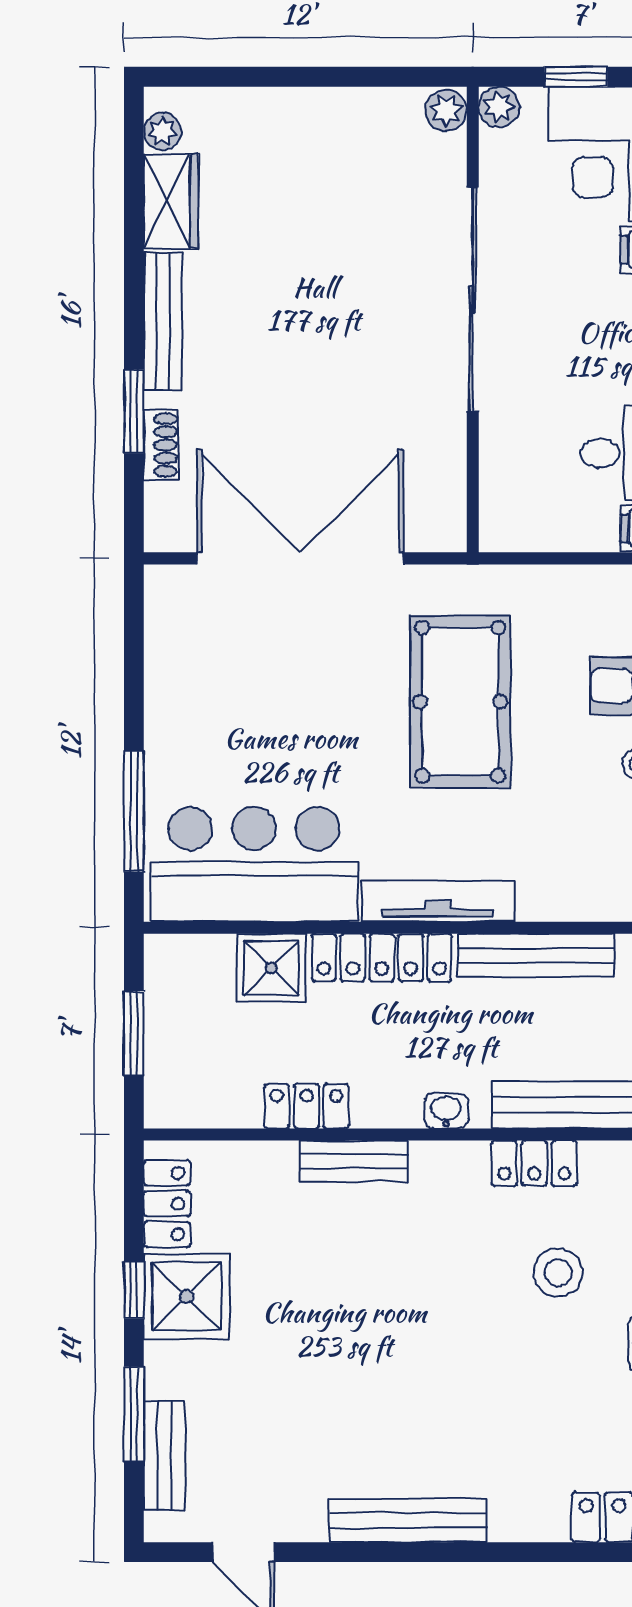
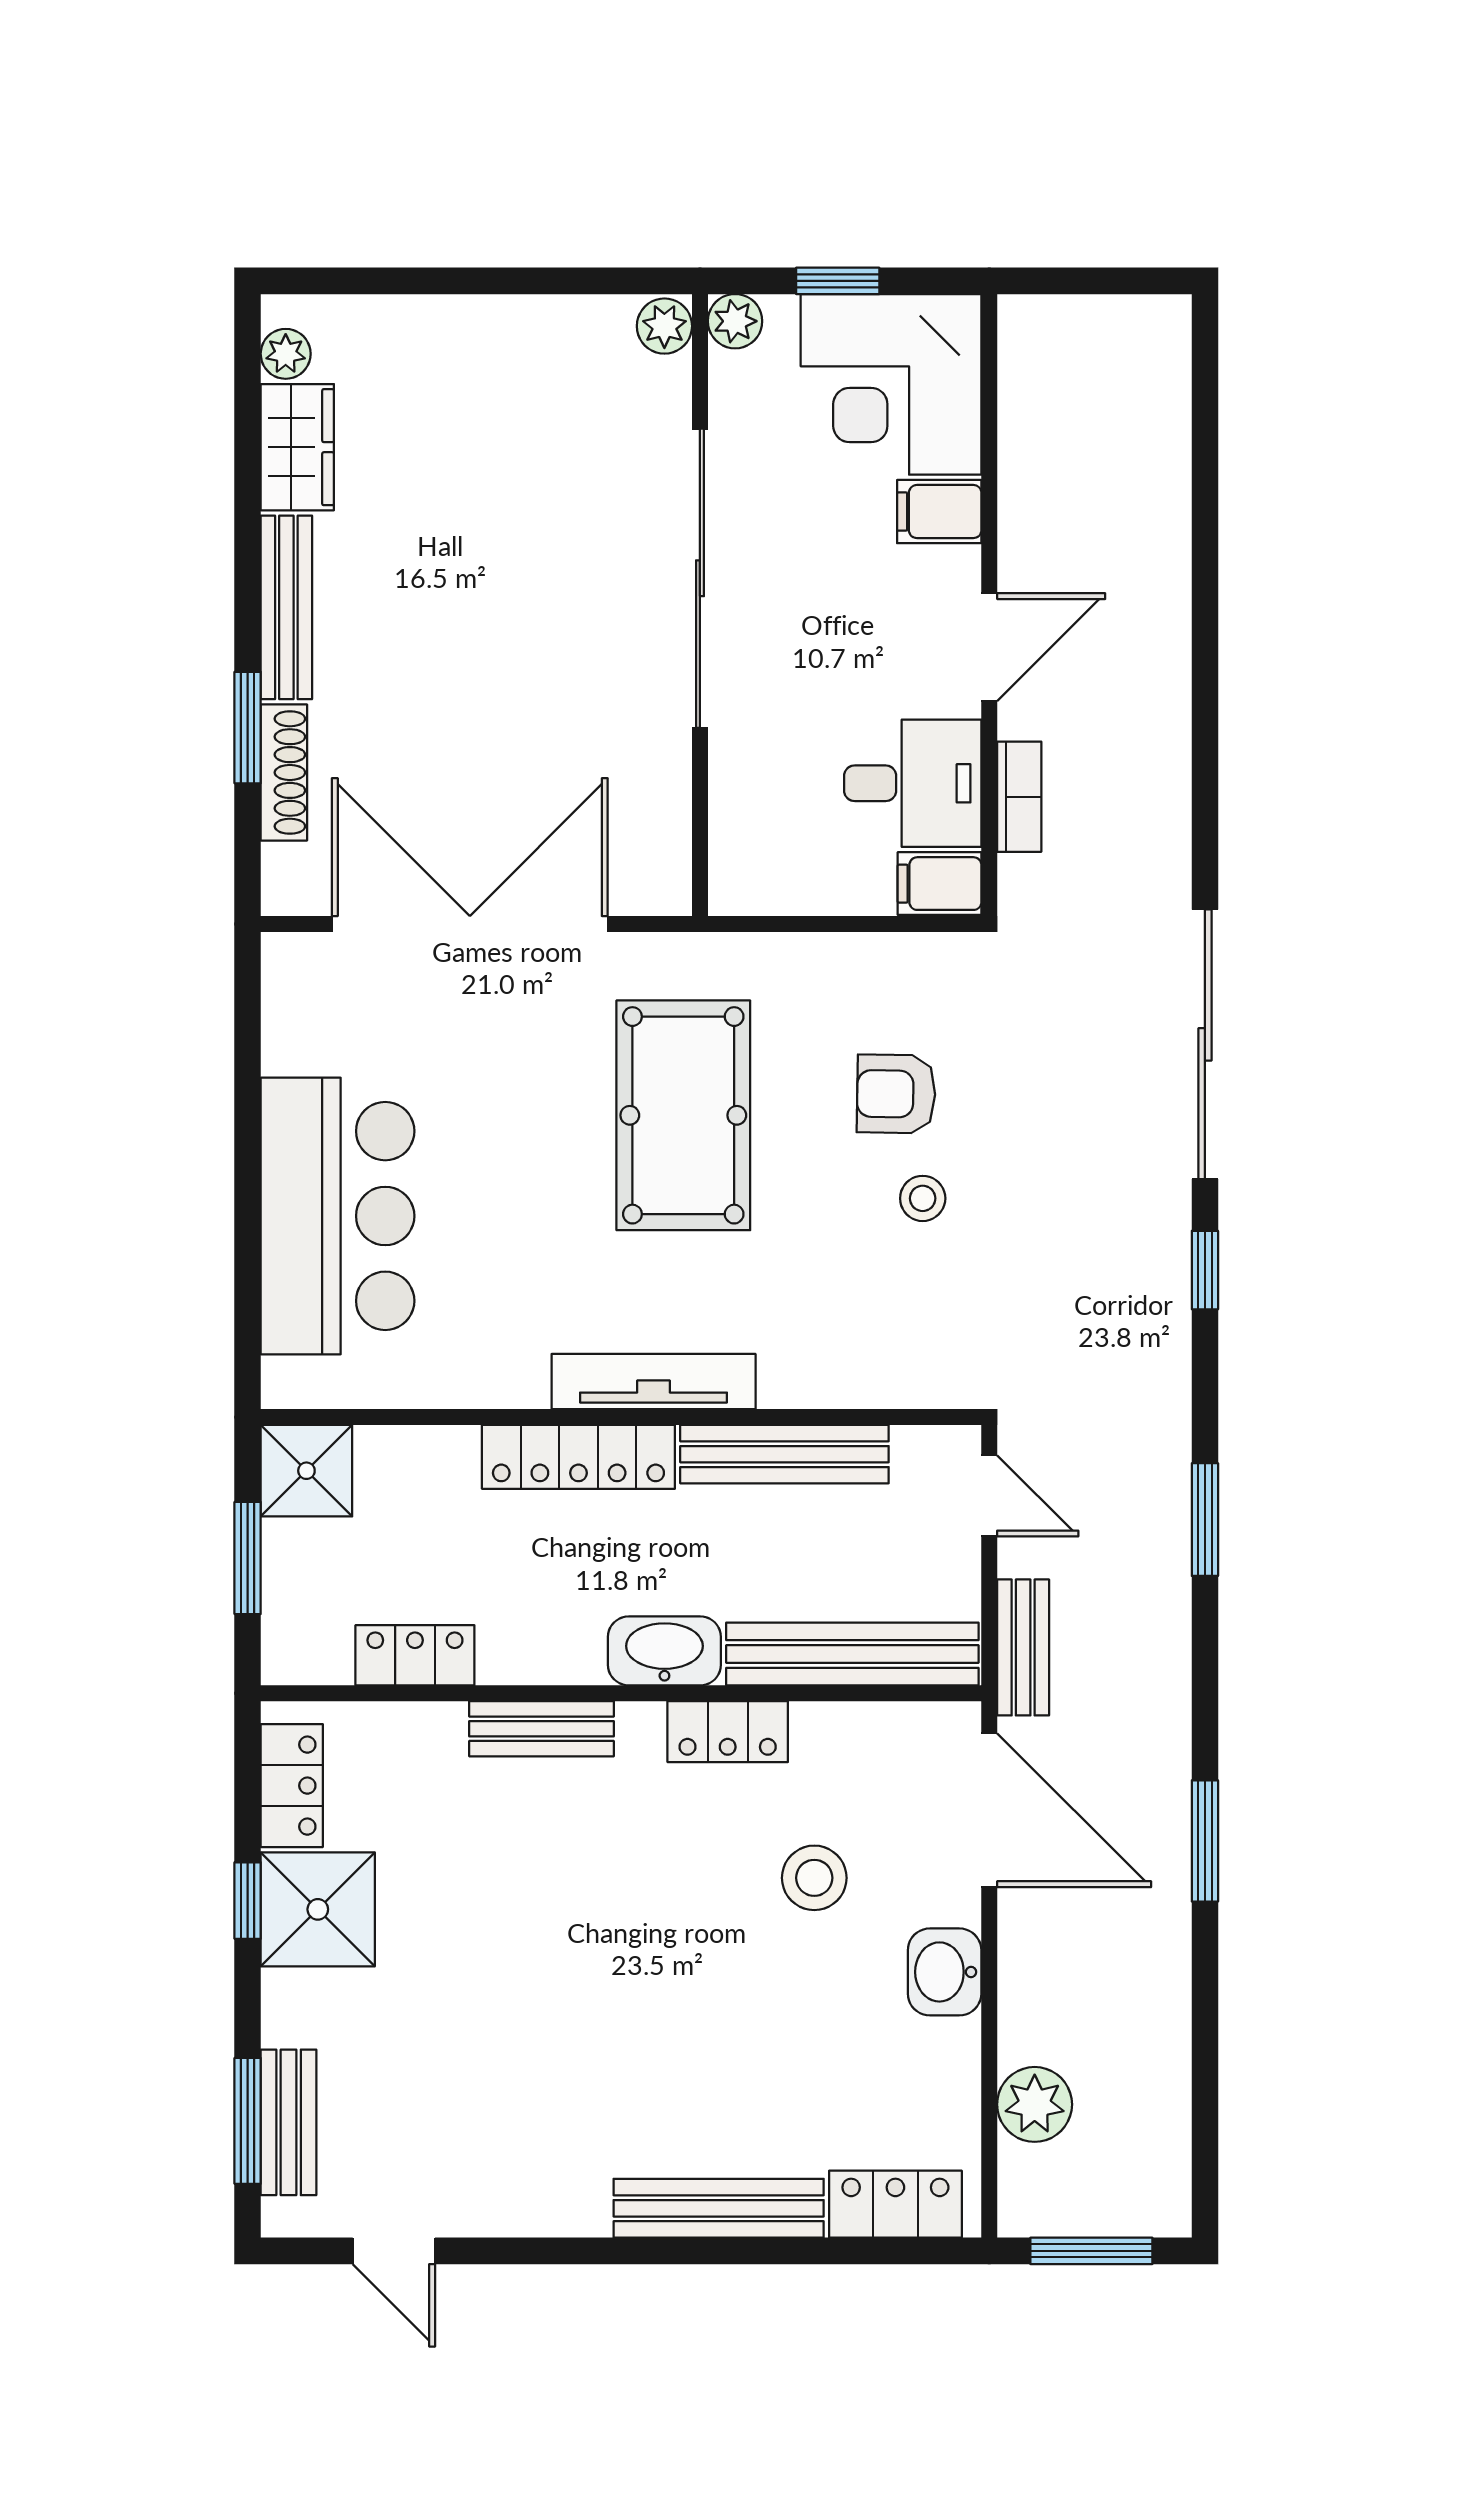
shoe rack: (161, 445) -> (284, 773), width x1.43
window: (134, 811) -> (248, 1261), removed
bar counter: (254, 864) -> (338, 1216), moved, turned 90
shower: (271, 968) -> (306, 1471), moved
locker: (307, 1106) -> (415, 1655), moved
washbasin: (446, 1111) -> (664, 1651), width x1.91, depth x1.45
locker: (534, 1163) -> (728, 1732), moved
window: (134, 1414) -> (248, 2121), moved
bench: (408, 1520) -> (719, 2208), moved

